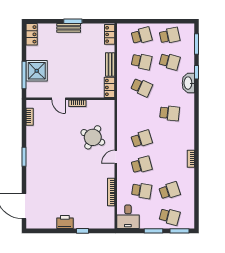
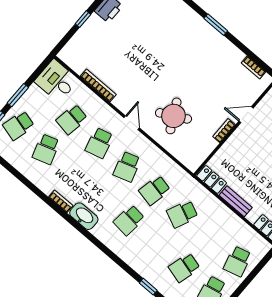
school desk: (142, 61) -> (155, 190), moved
washbasin: (188, 83) -> (84, 216), moved
round table: (93, 137) -> (174, 116), turned 33

